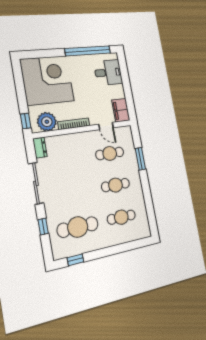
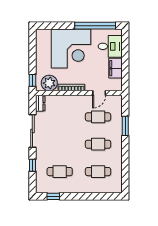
corner desk: (47, 80) -> (71, 48), moved, turned 90
filing cabinet: (121, 110) -> (115, 68), moved
door: (106, 126) -> (99, 93), hinge flipped
cafe table: (78, 227) -> (60, 172), width x0.73, depth x0.74

